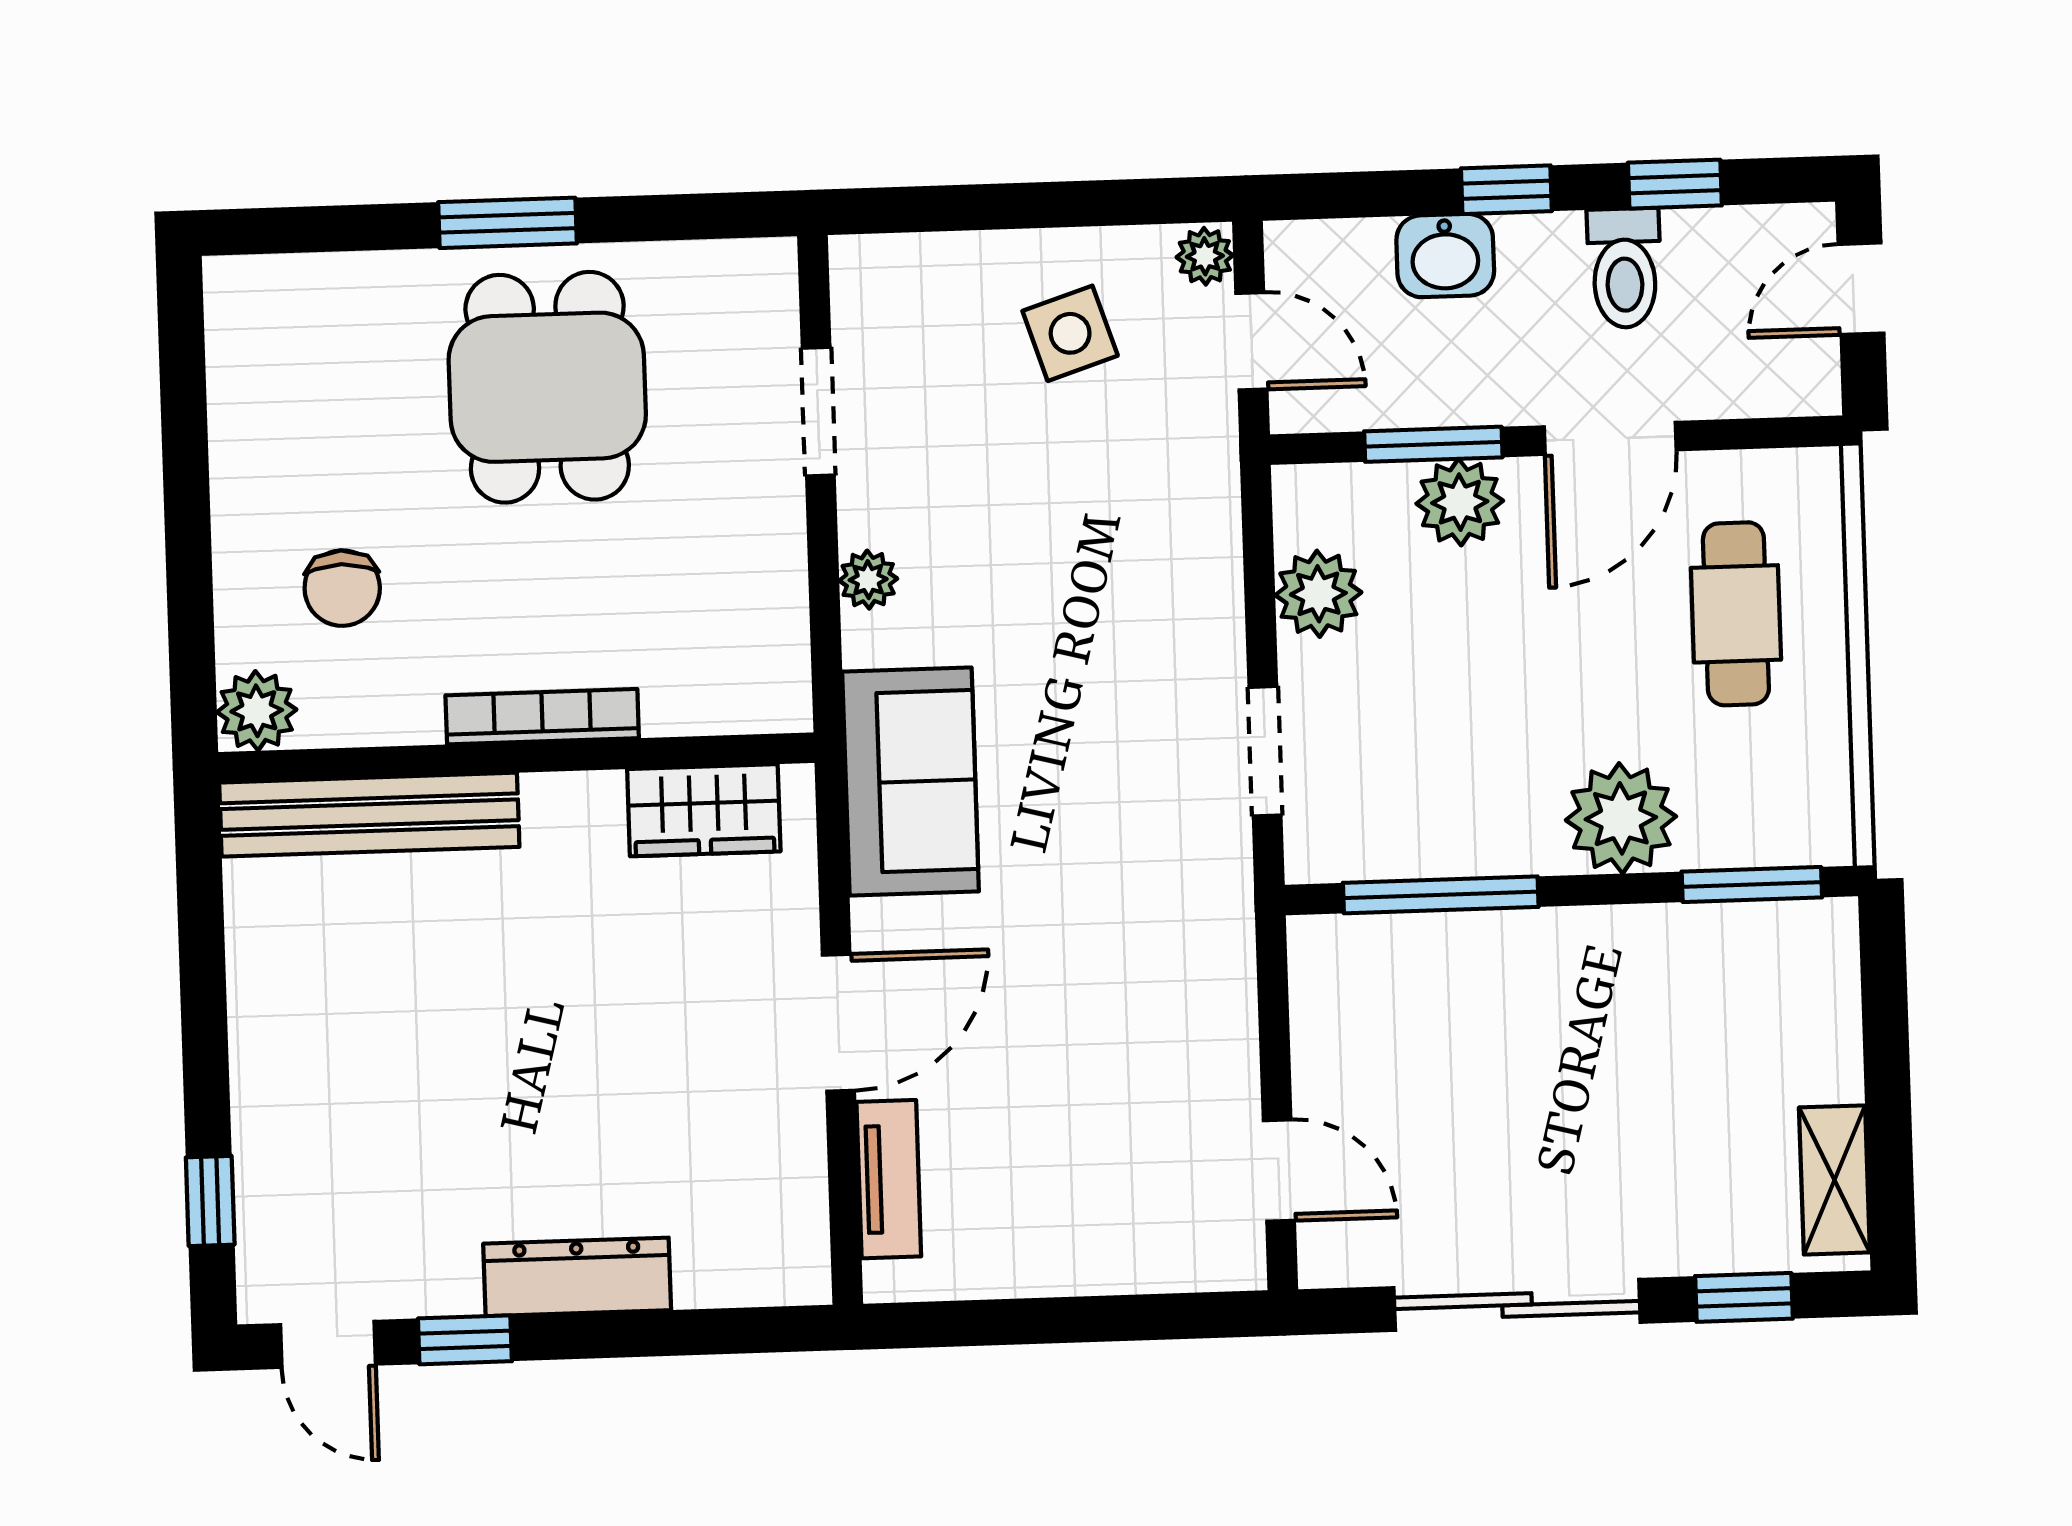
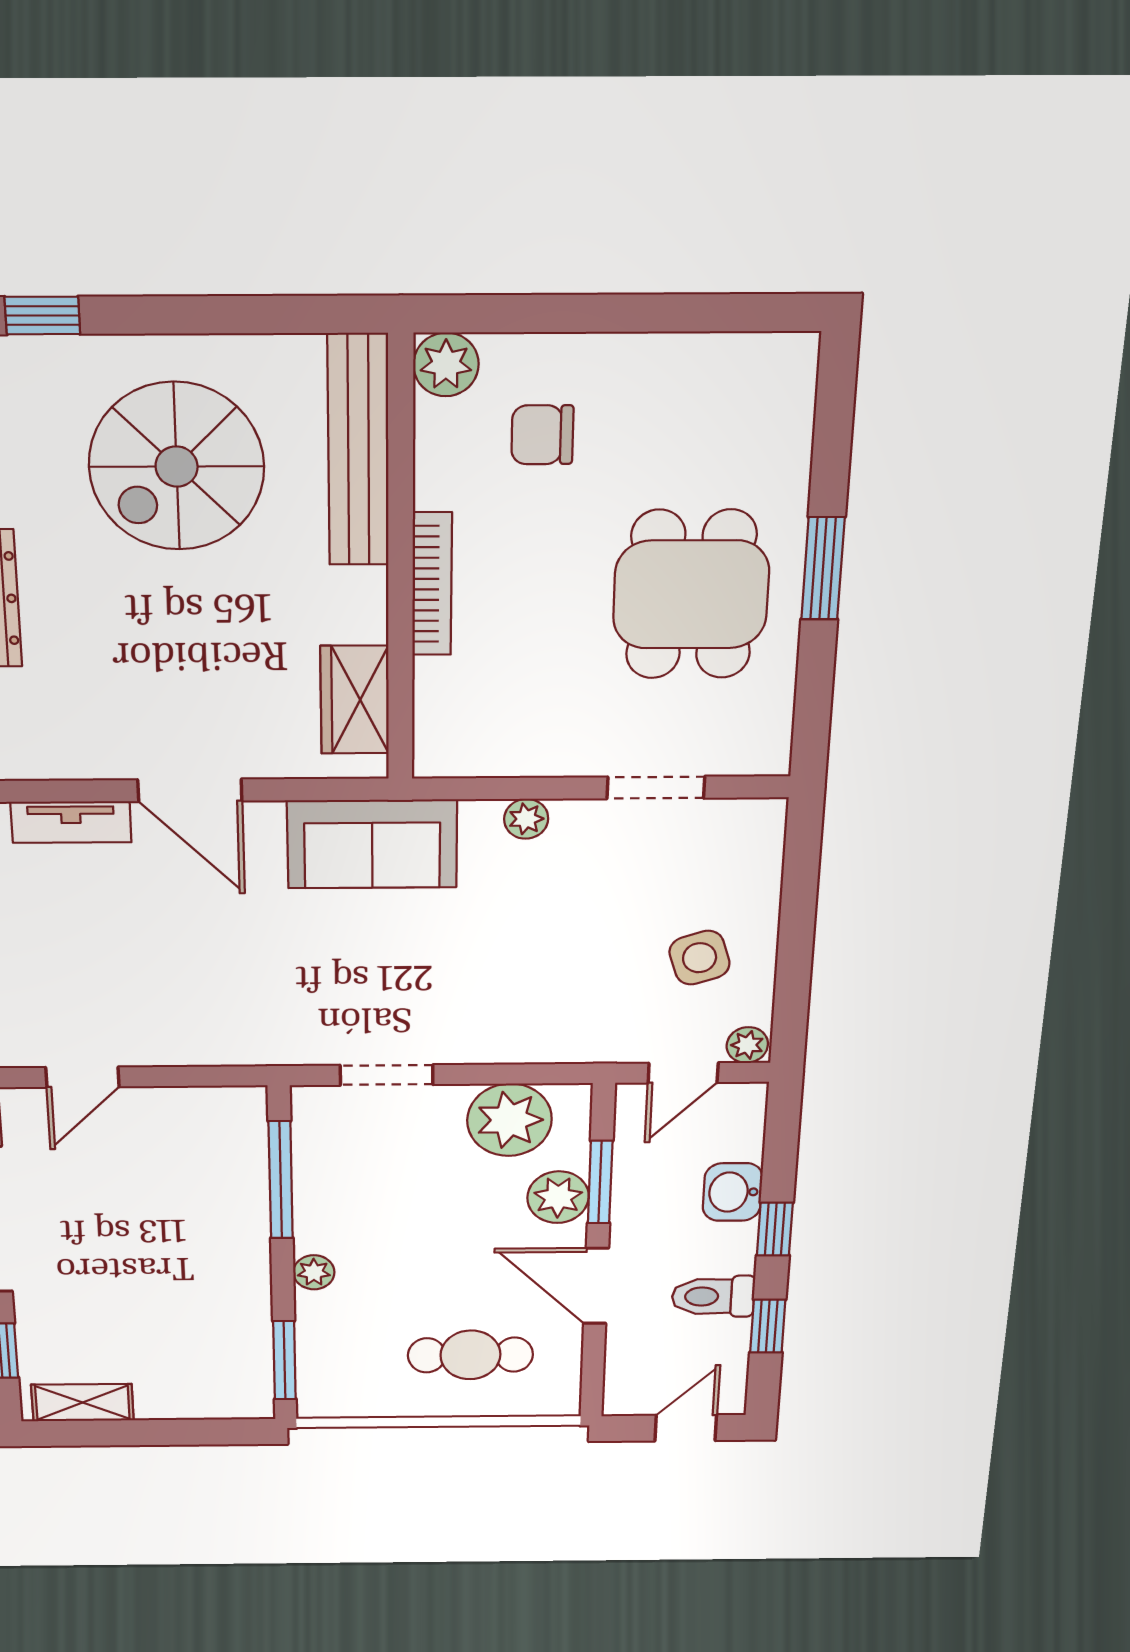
door: (1861, 289) -> (686, 1428), hinge flipped
dining table: (547, 387) -> (691, 595), turned 90
plant: (1318, 594) -> (509, 1120), width x1.36, depth x1.36
plant: (1621, 818) -> (314, 1272), width x0.53, depth x0.53
spiral stairs: (396, 1039) -> (177, 466), added

